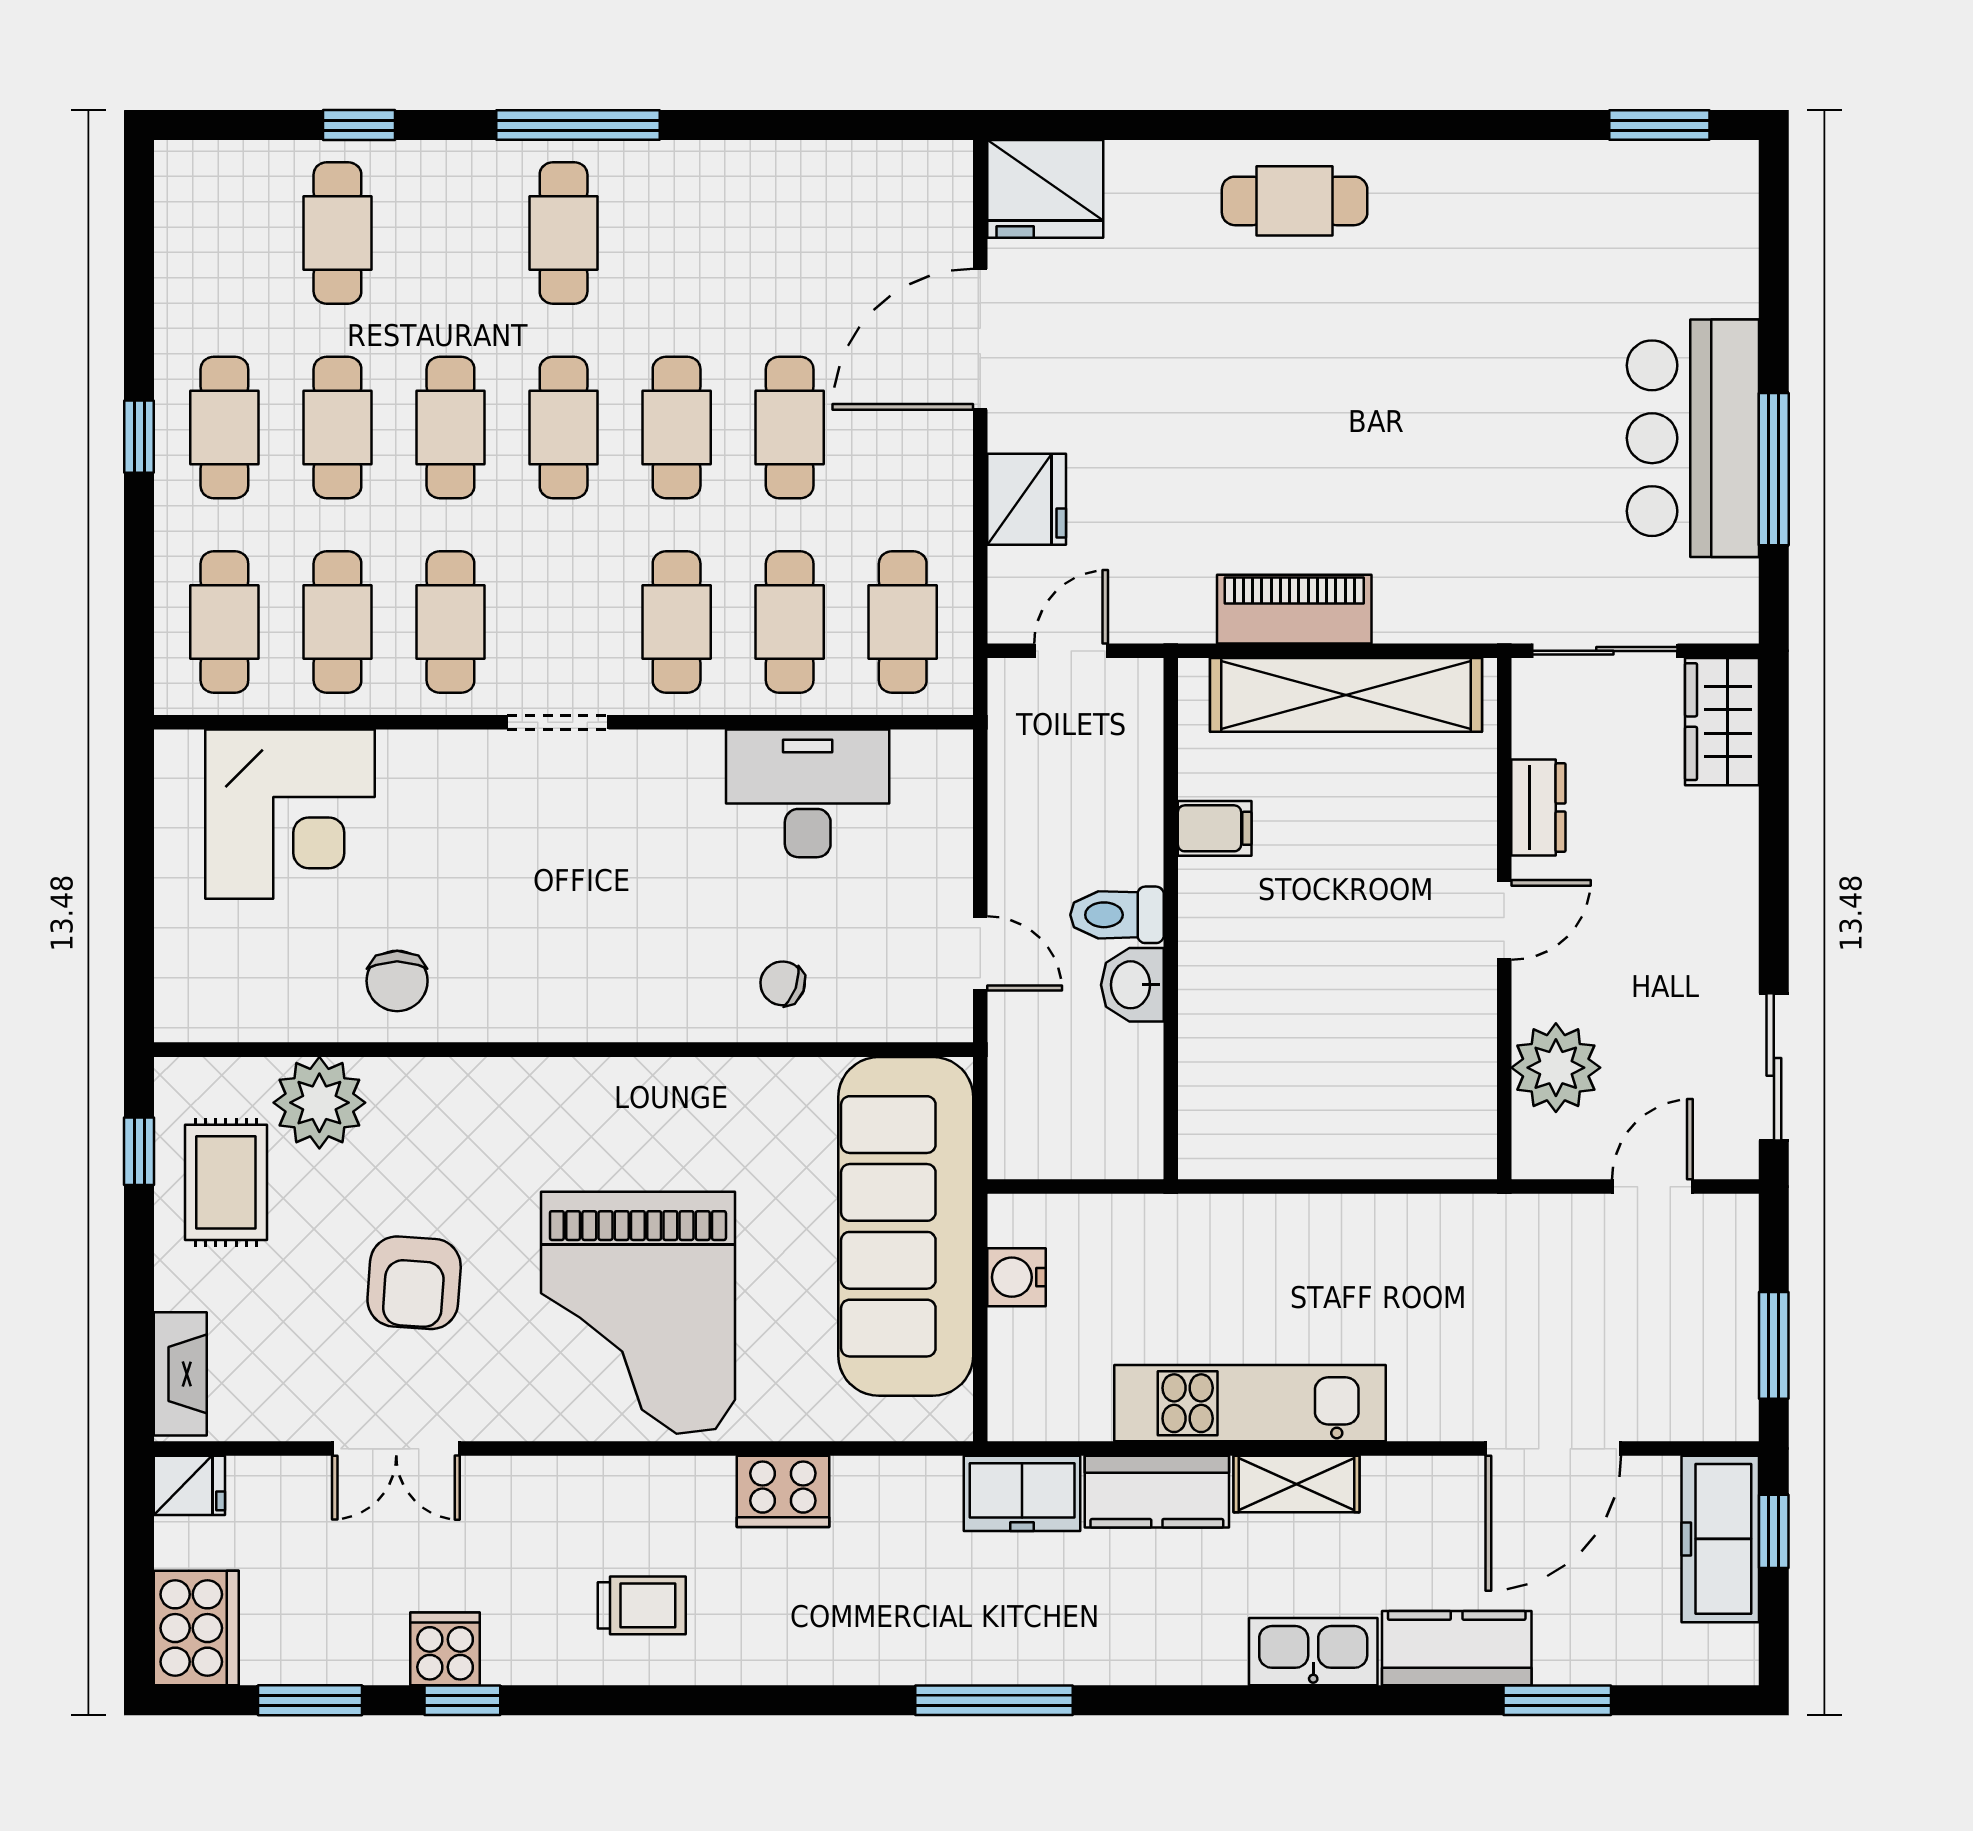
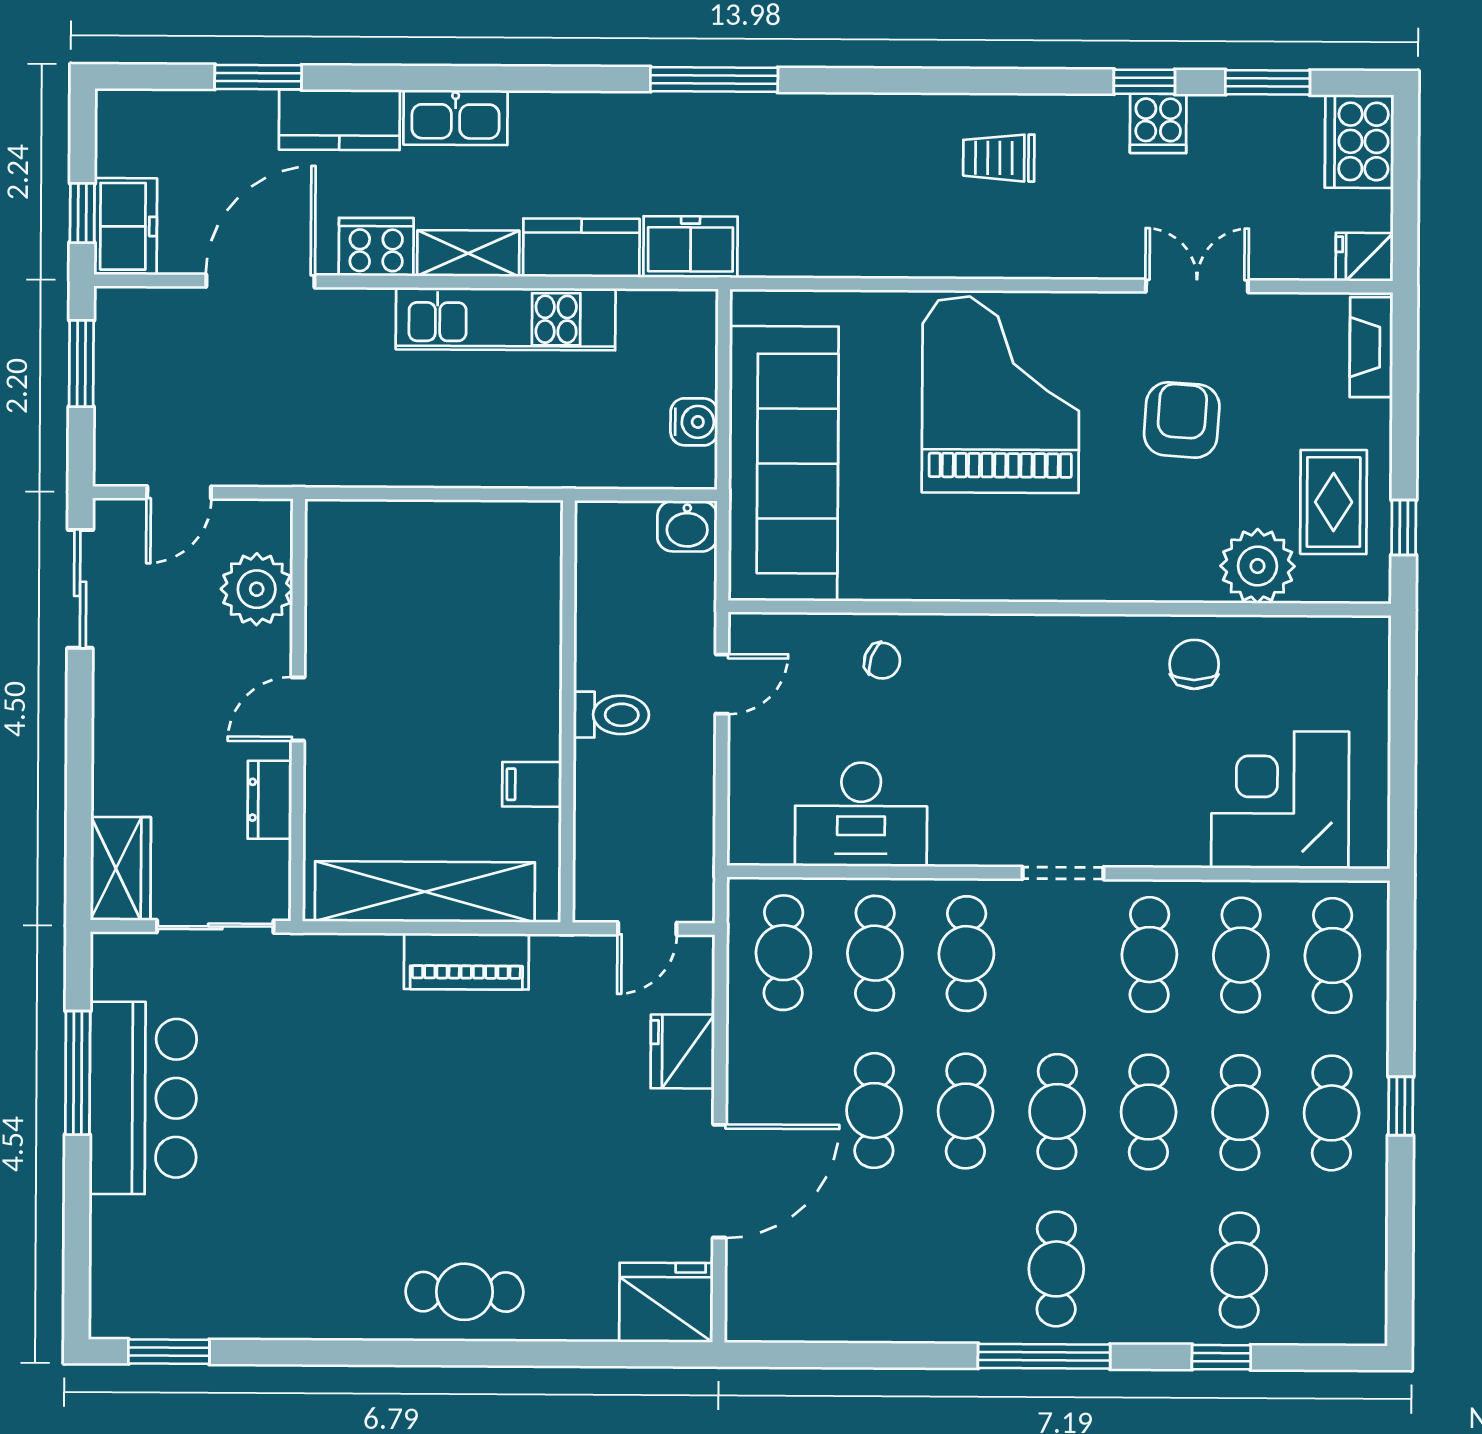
door: (980, 953) -> (722, 684), swing flipped
washbasin: (1132, 985) -> (687, 526), moved, turned 90
cooker: (783, 1491) -> (376, 247), moved
freezer: (1720, 1539) -> (125, 226), width x0.71

